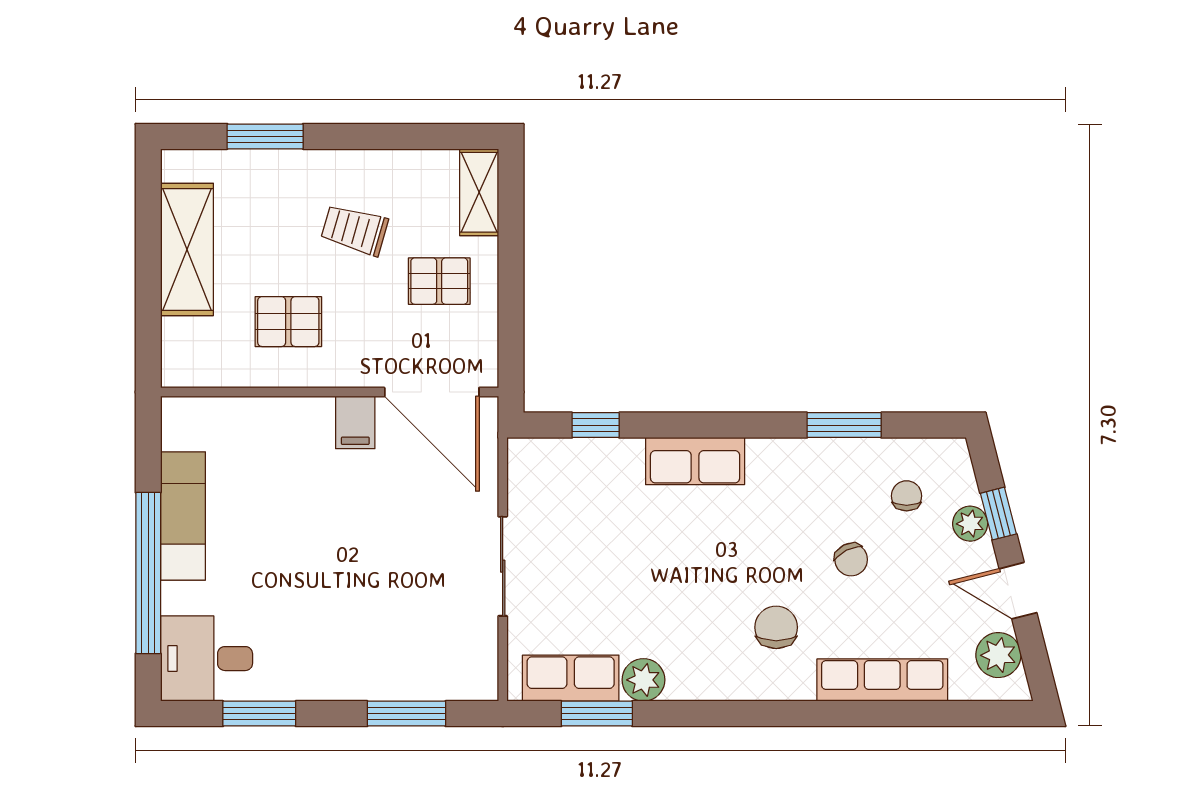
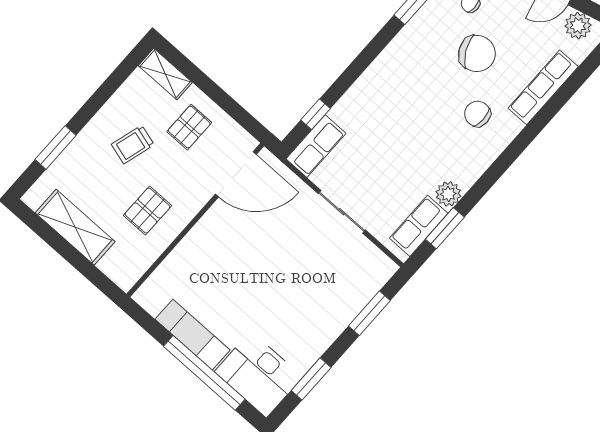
filing cabinet: (355, 422) -> (219, 221), removed
row of seats: (695, 461) -> (316, 146), moved
chair: (851, 560) -> (477, 53), width x1.87, depth x1.87
desk: (207, 659) -> (258, 374), width x1.37

